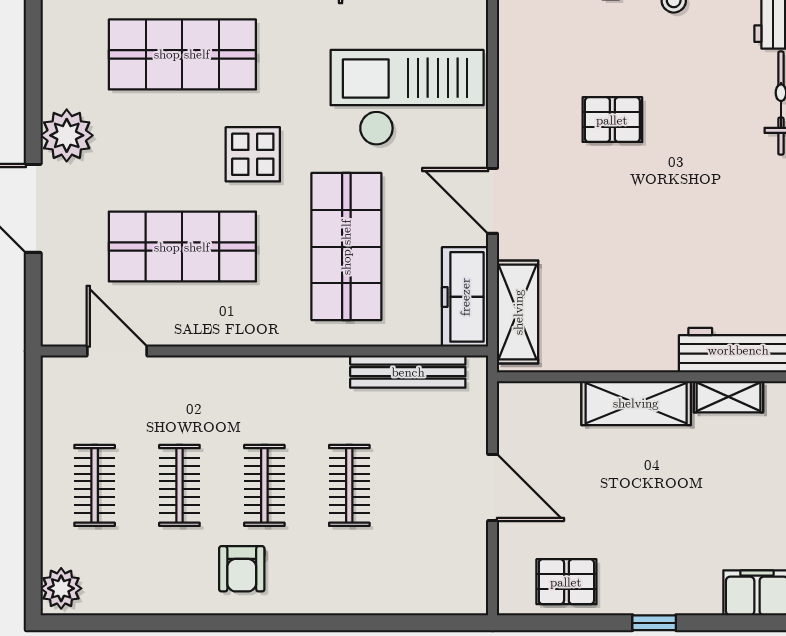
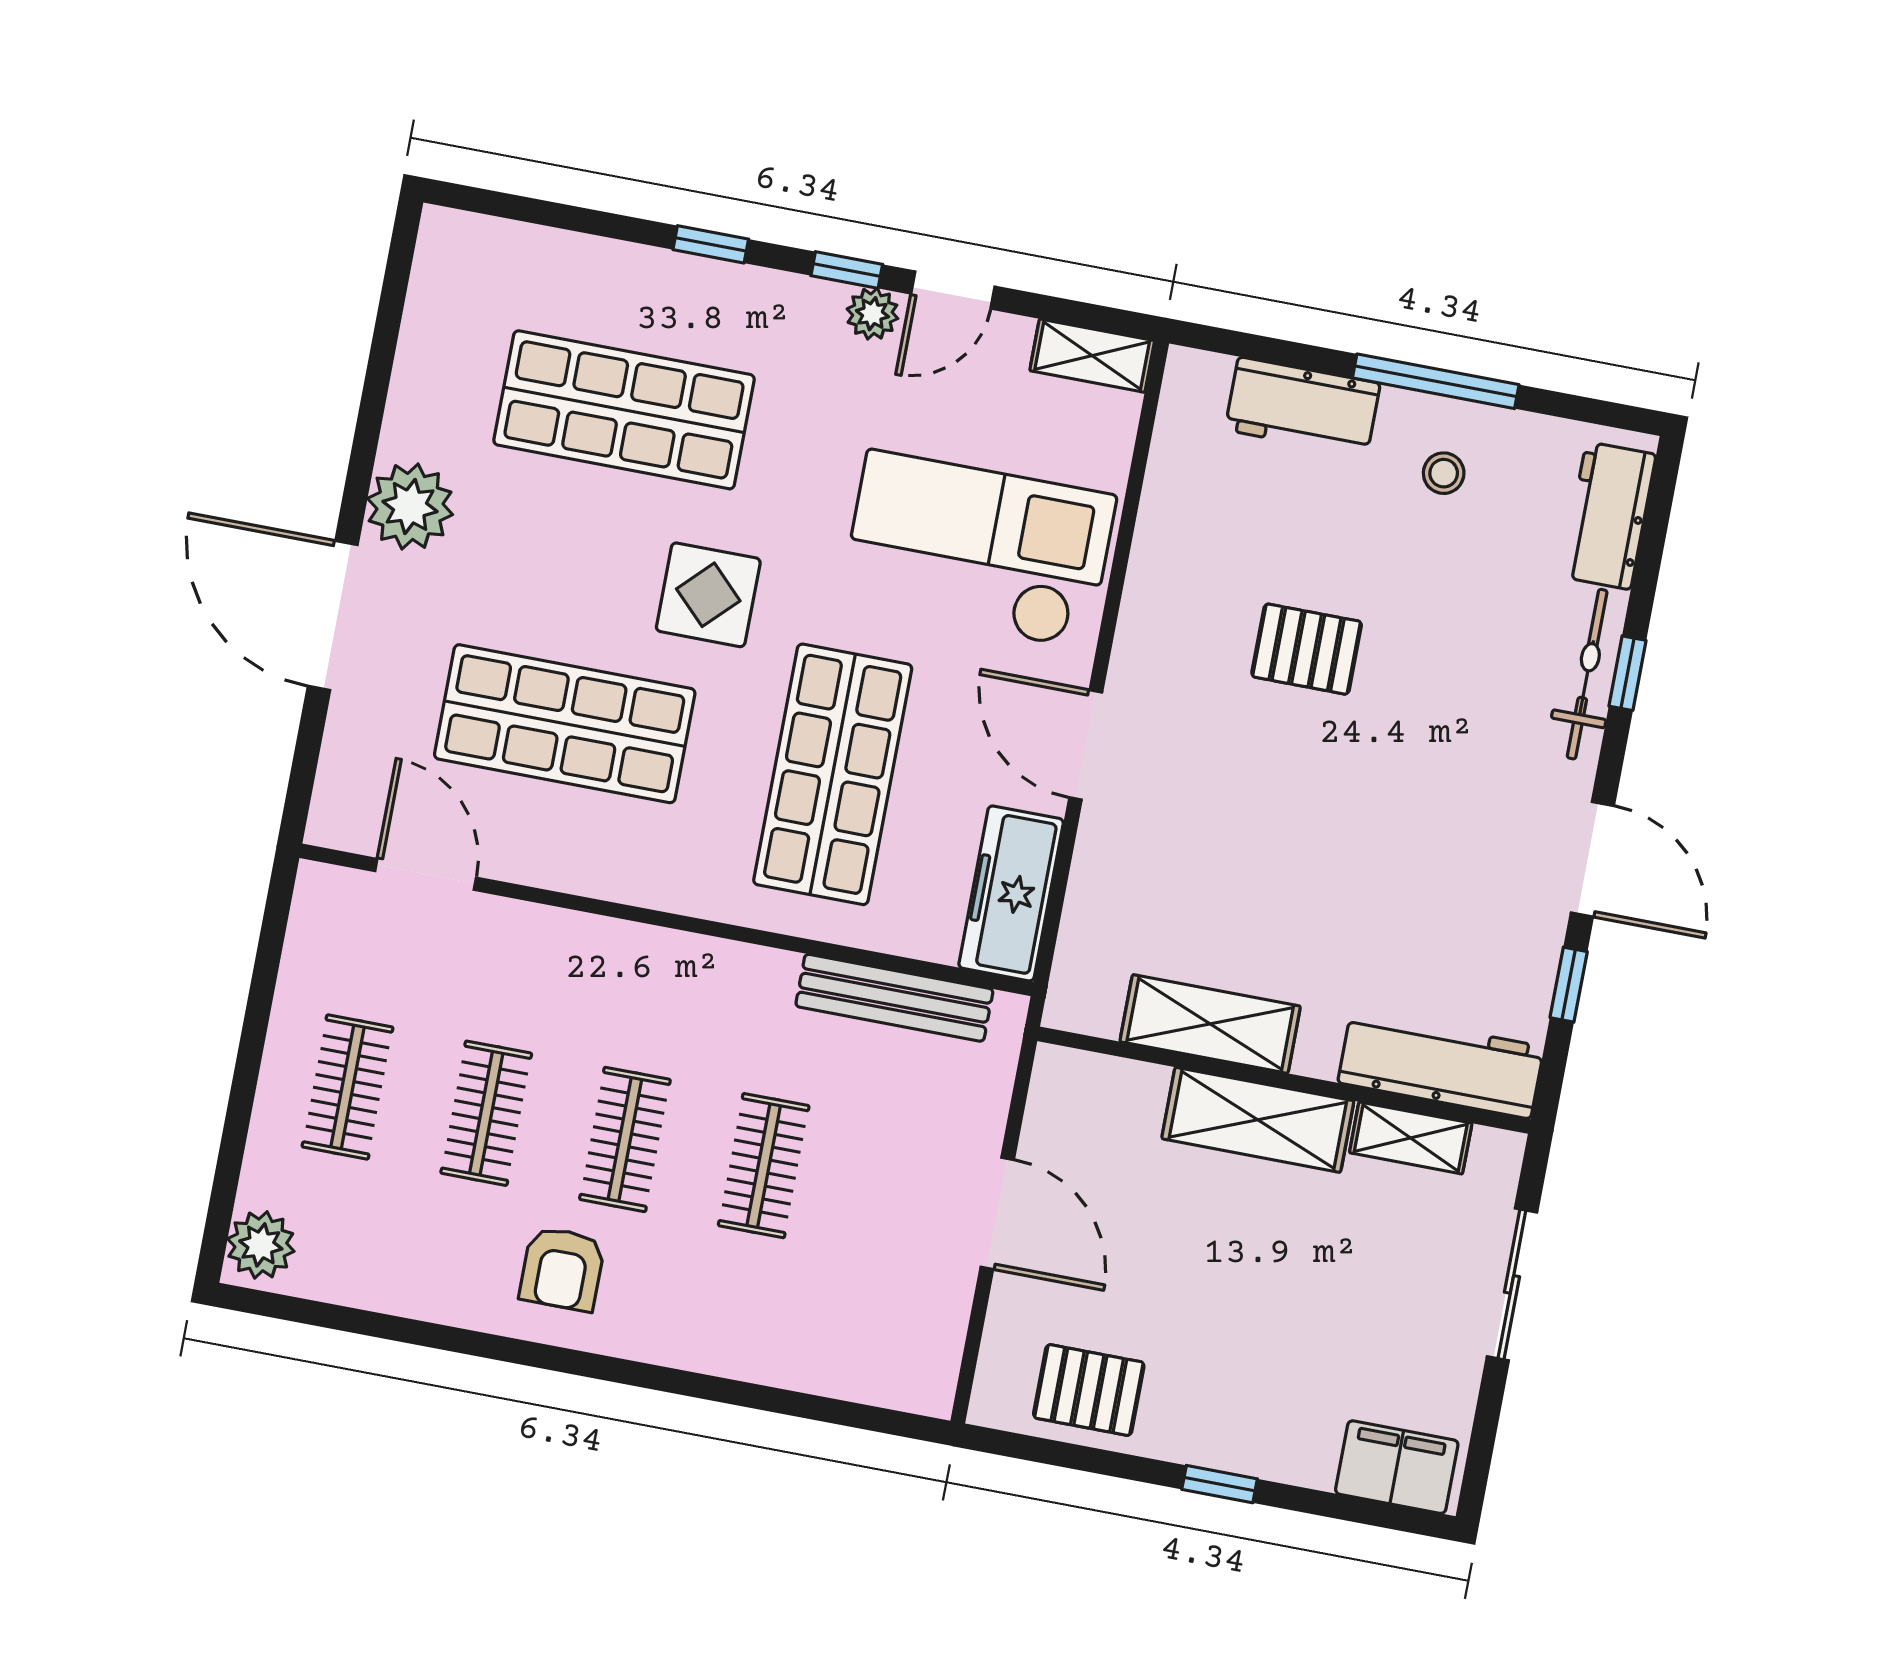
shelving: (518, 312) -> (1210, 1024), moved, turned 90

